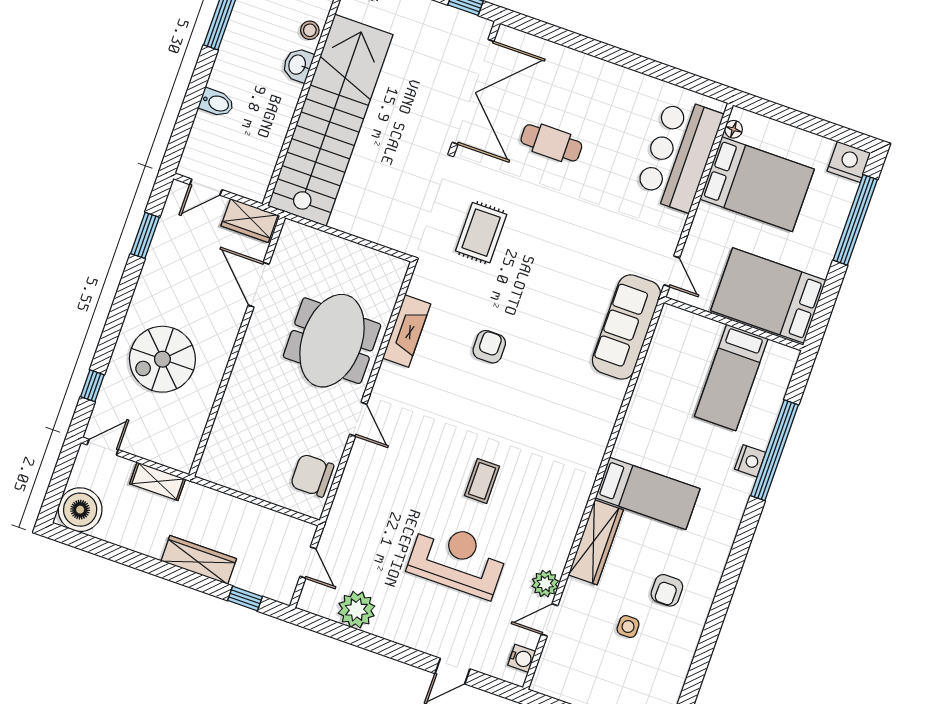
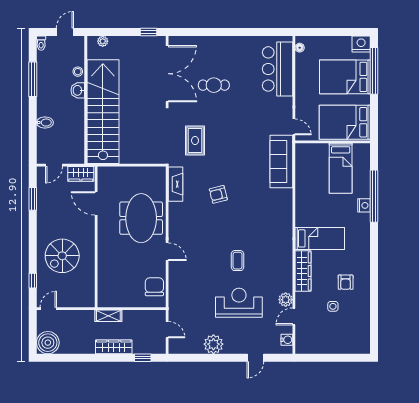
bed: (757, 184) -> (345, 77), moved, turned 180
fireplace: (407, 331) -> (176, 184), moved
armchair: (489, 347) -> (218, 194), turned -104
chair: (312, 475) -> (154, 287), turned 90
shelving: (158, 481) -> (108, 316), moved
plant: (357, 610) -> (213, 344), moved

